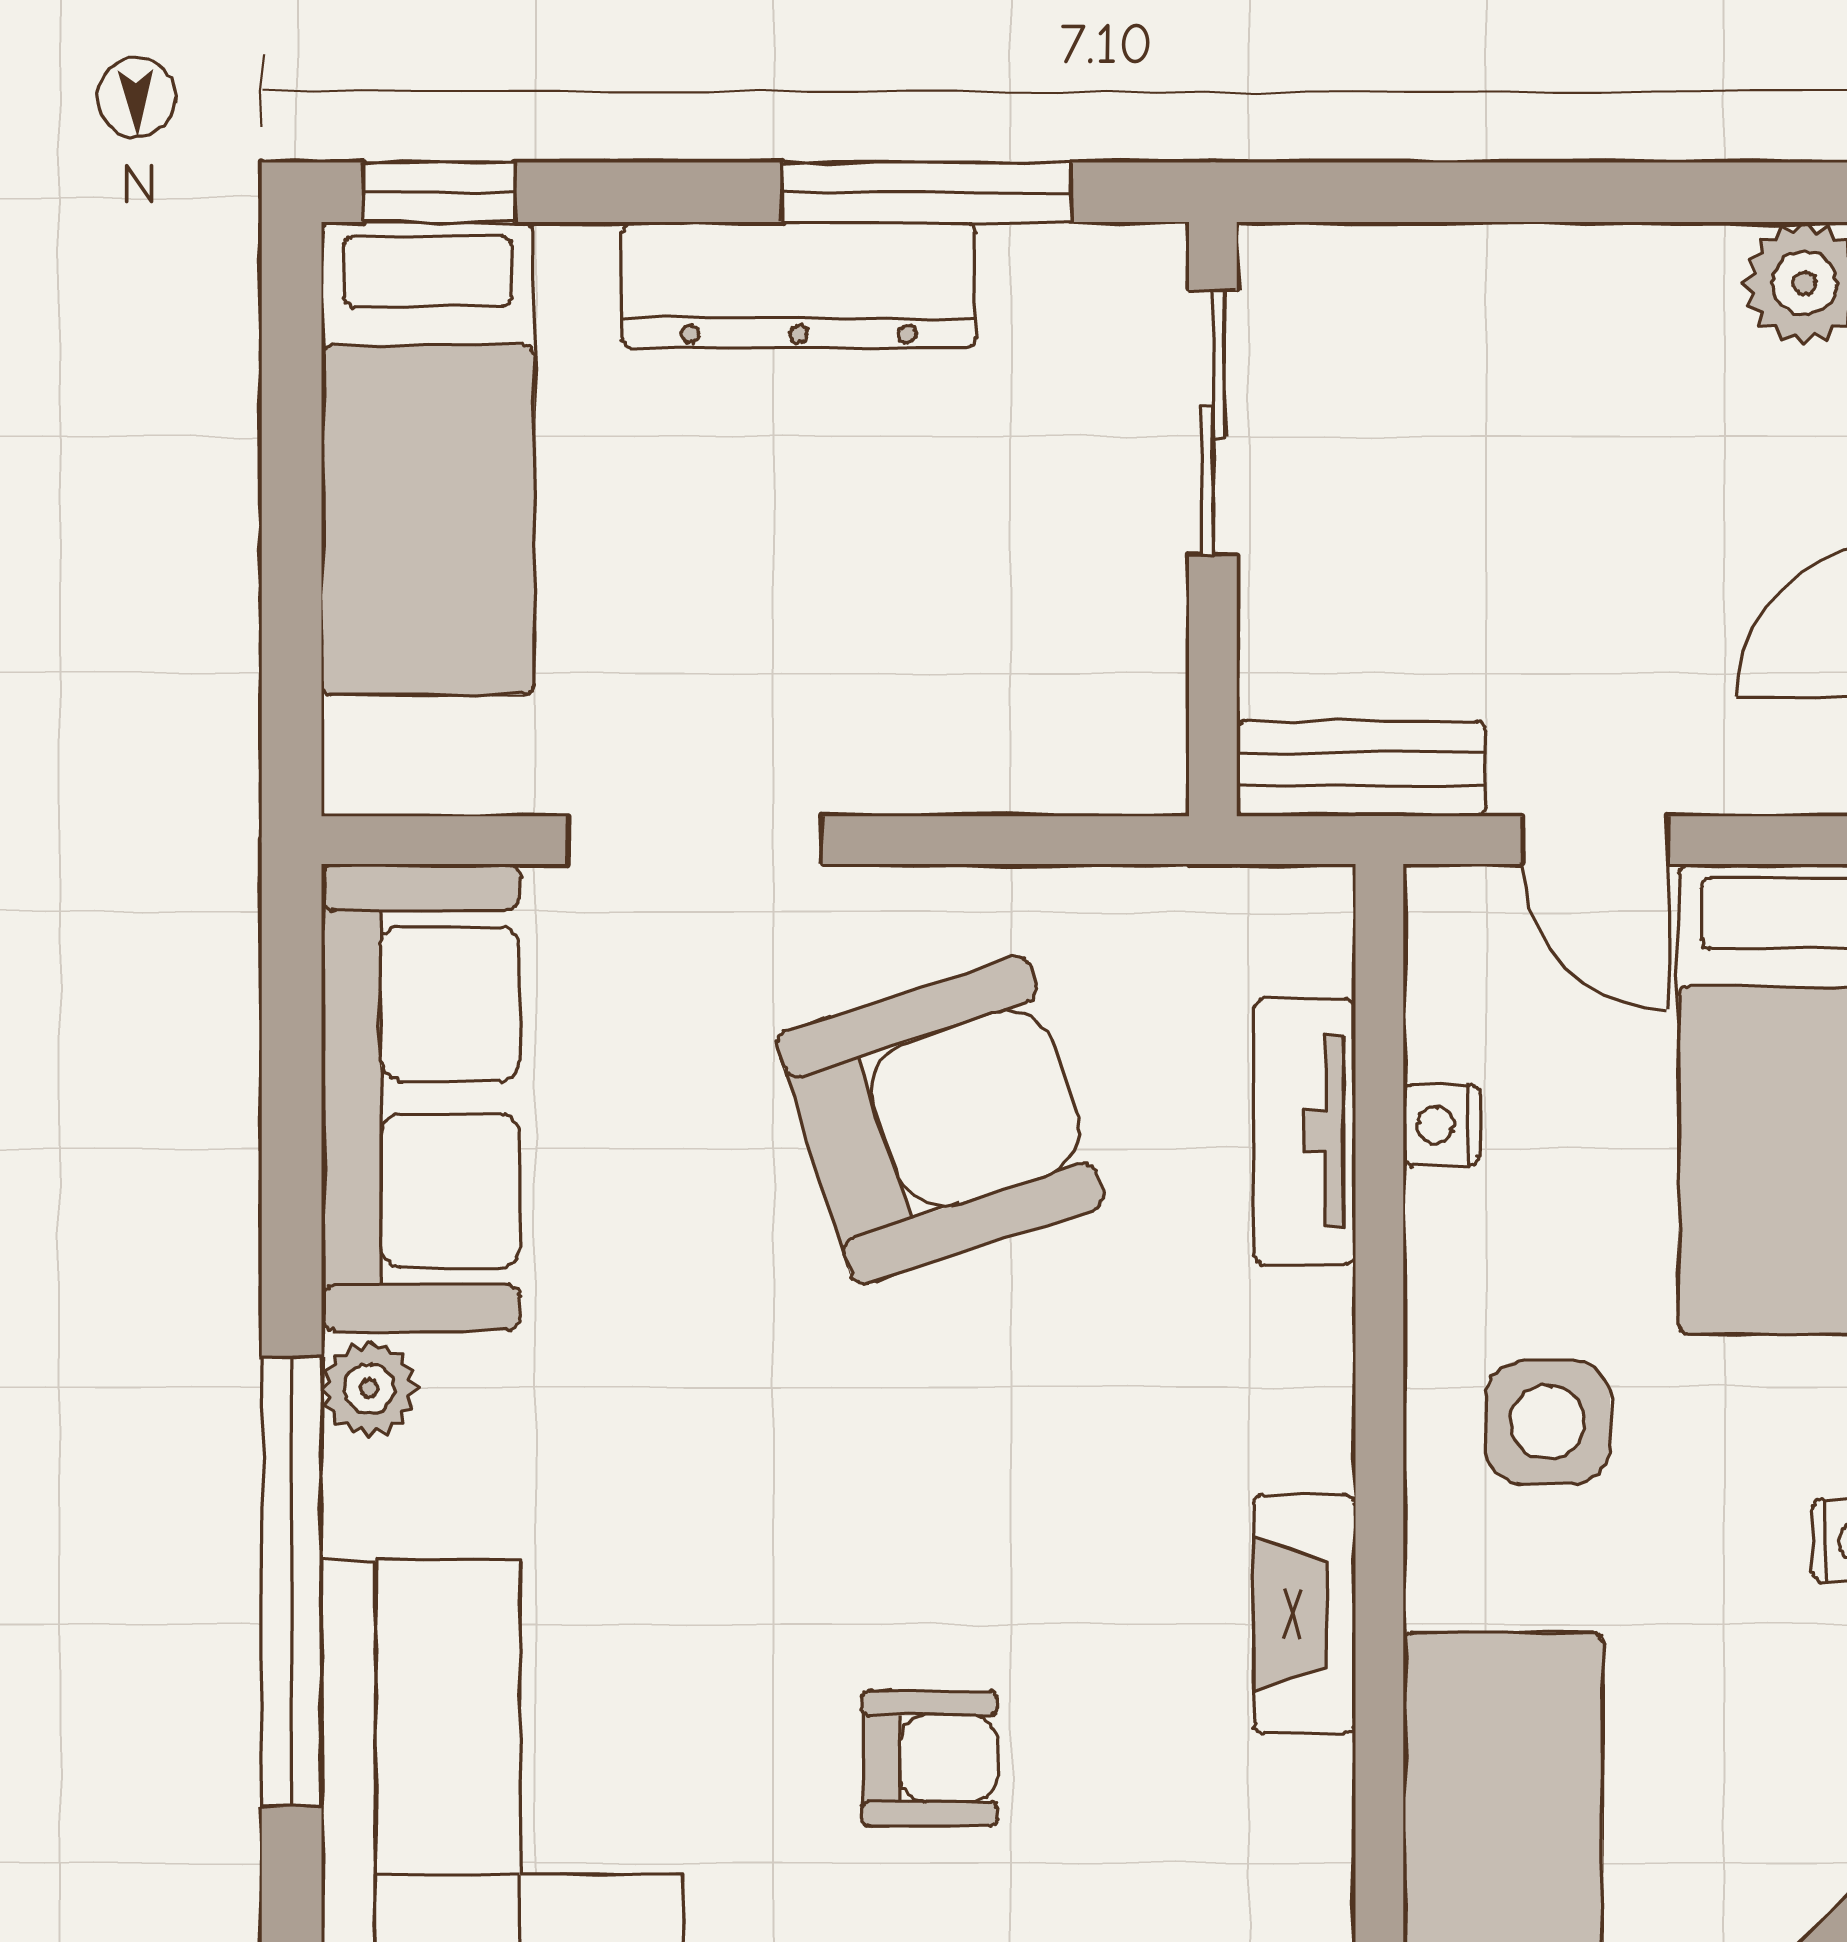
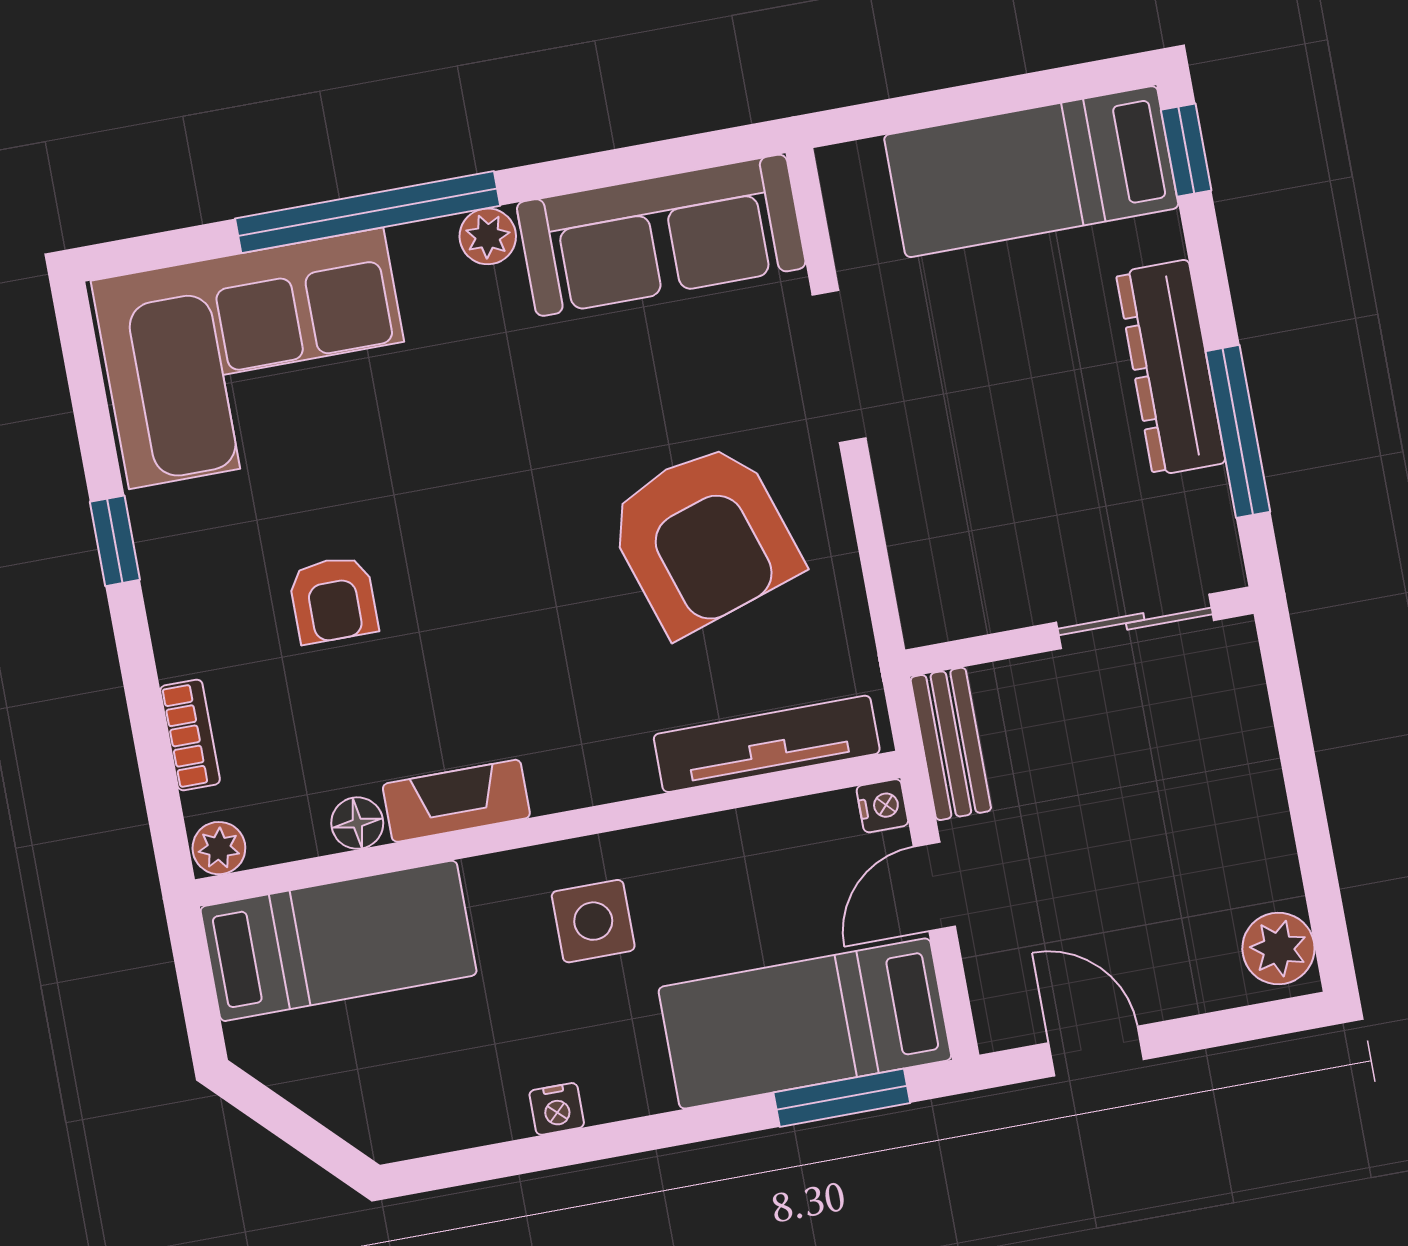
nightstand: (1442, 1125) -> (882, 806), moved, turned 90
tv unit: (1305, 1131) -> (767, 744), width x1.41
floor lamp: (1311, 1787) -> (357, 823), added

